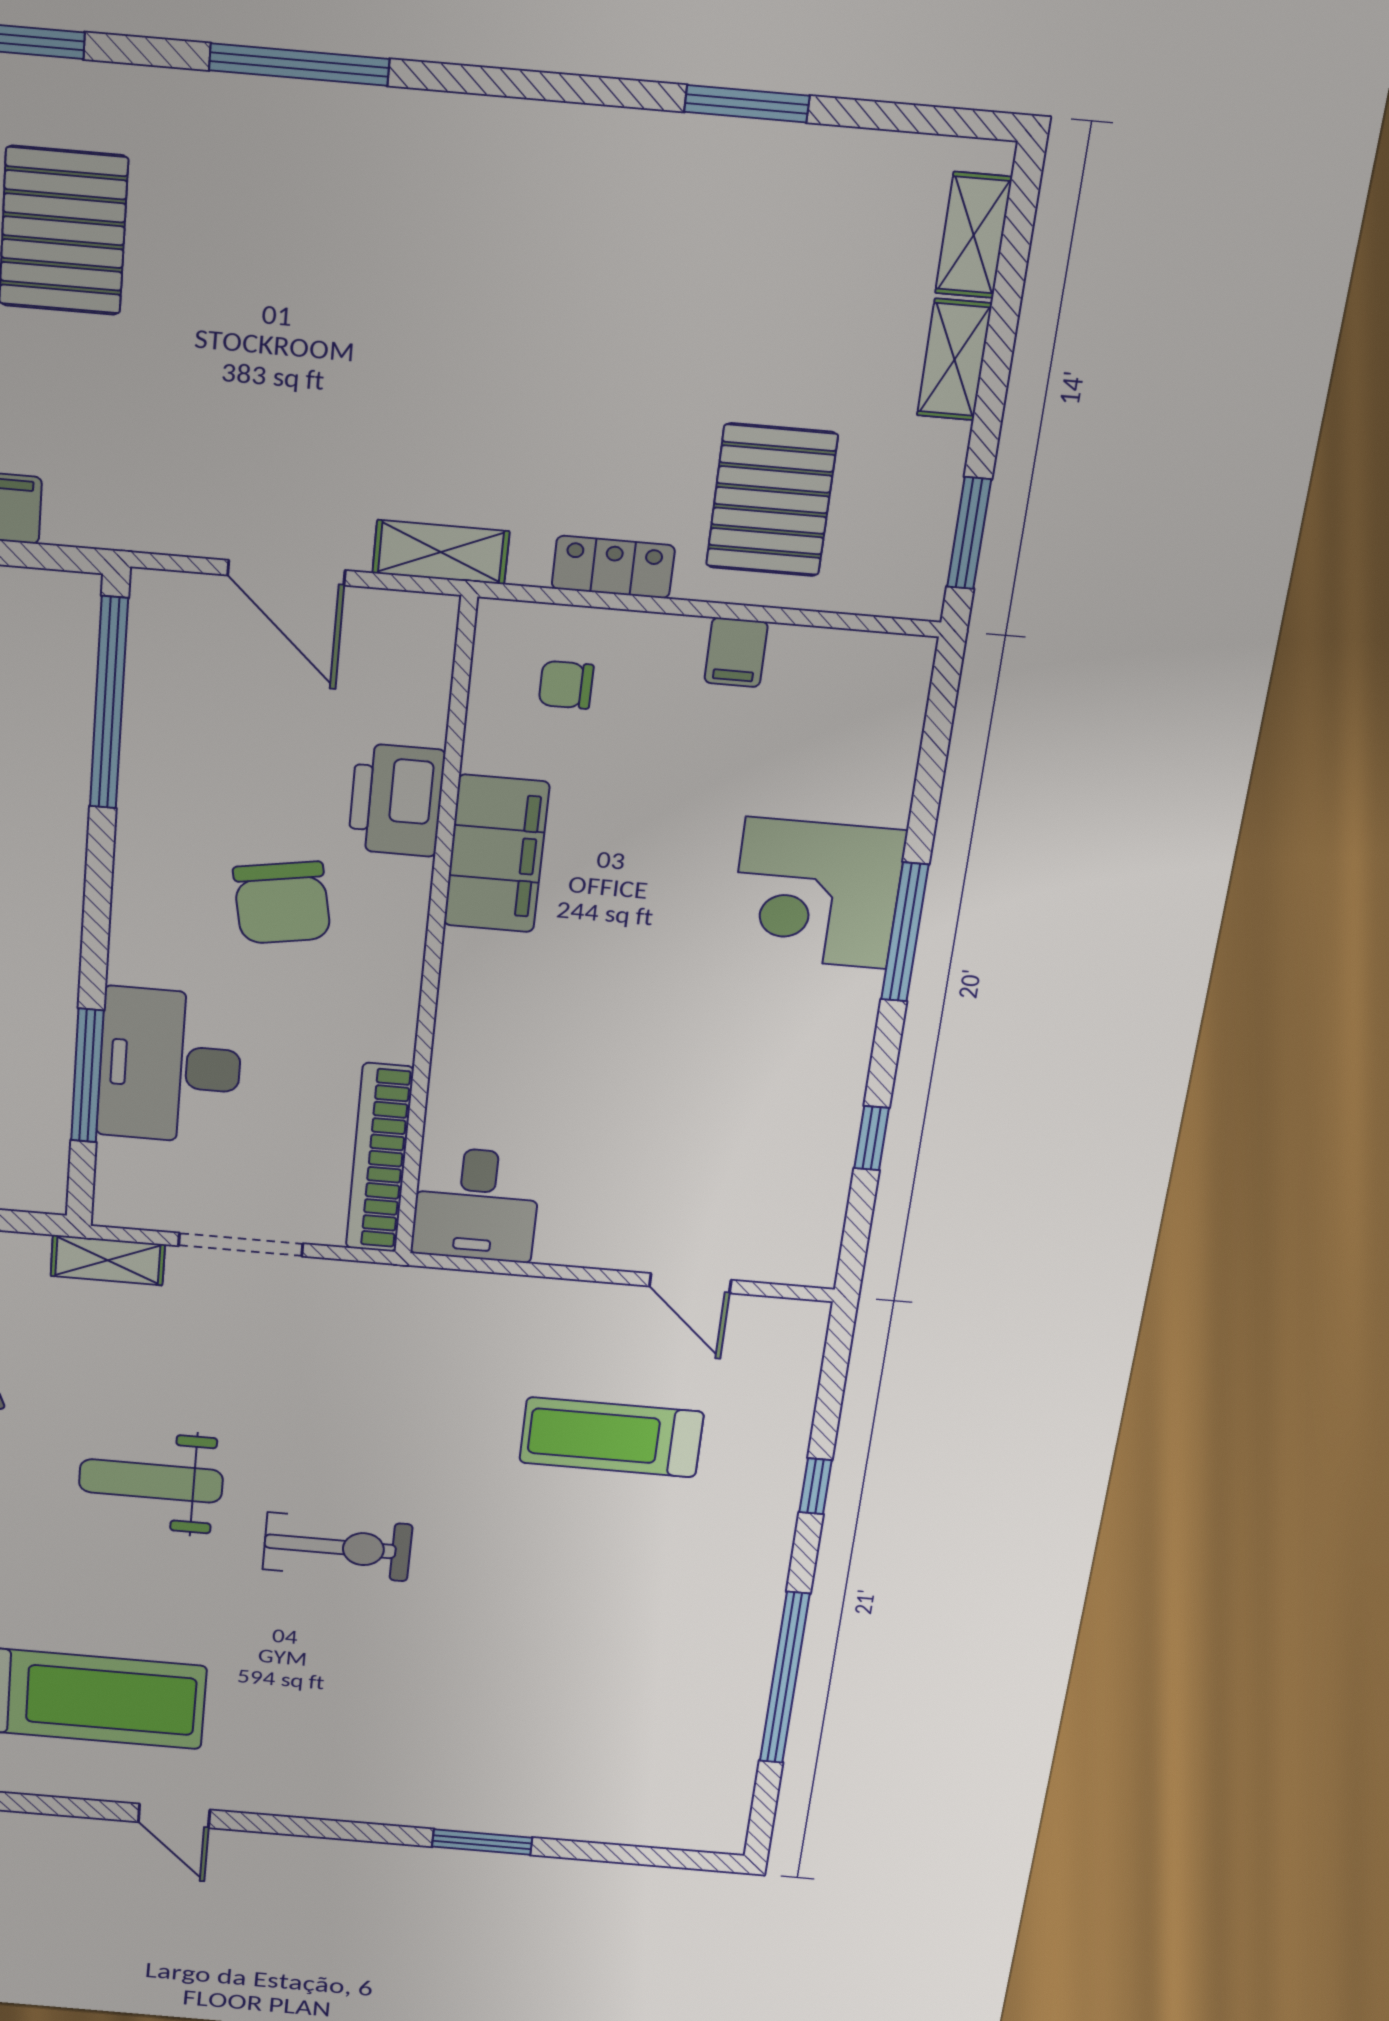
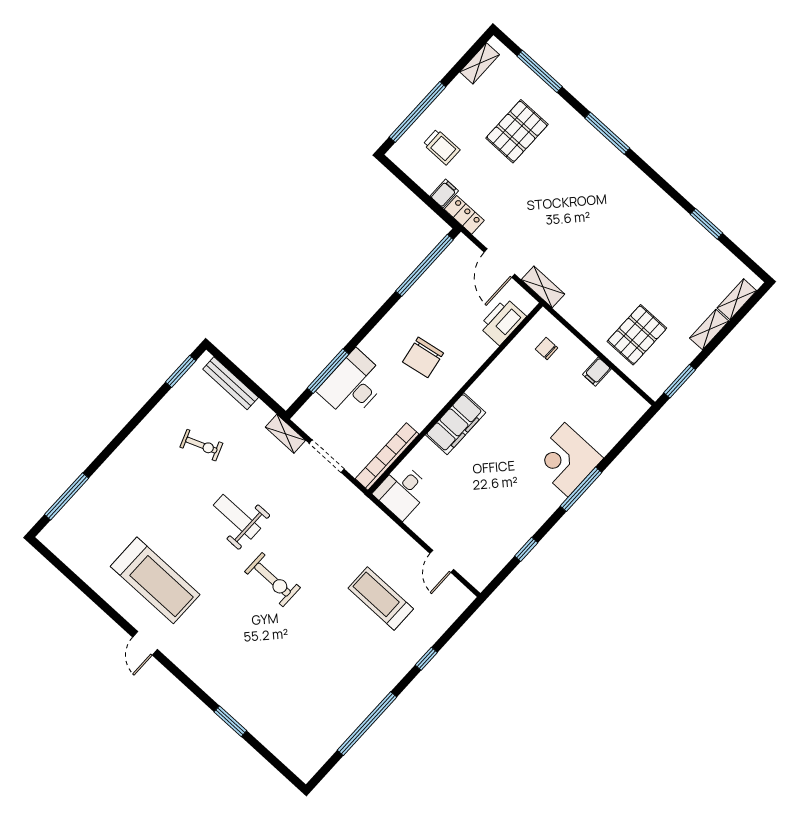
locker: (613, 567) -> (464, 215), moved
printer: (396, 800) -> (503, 321), moved
filing cabinet: (496, 854) -> (456, 424), moved

